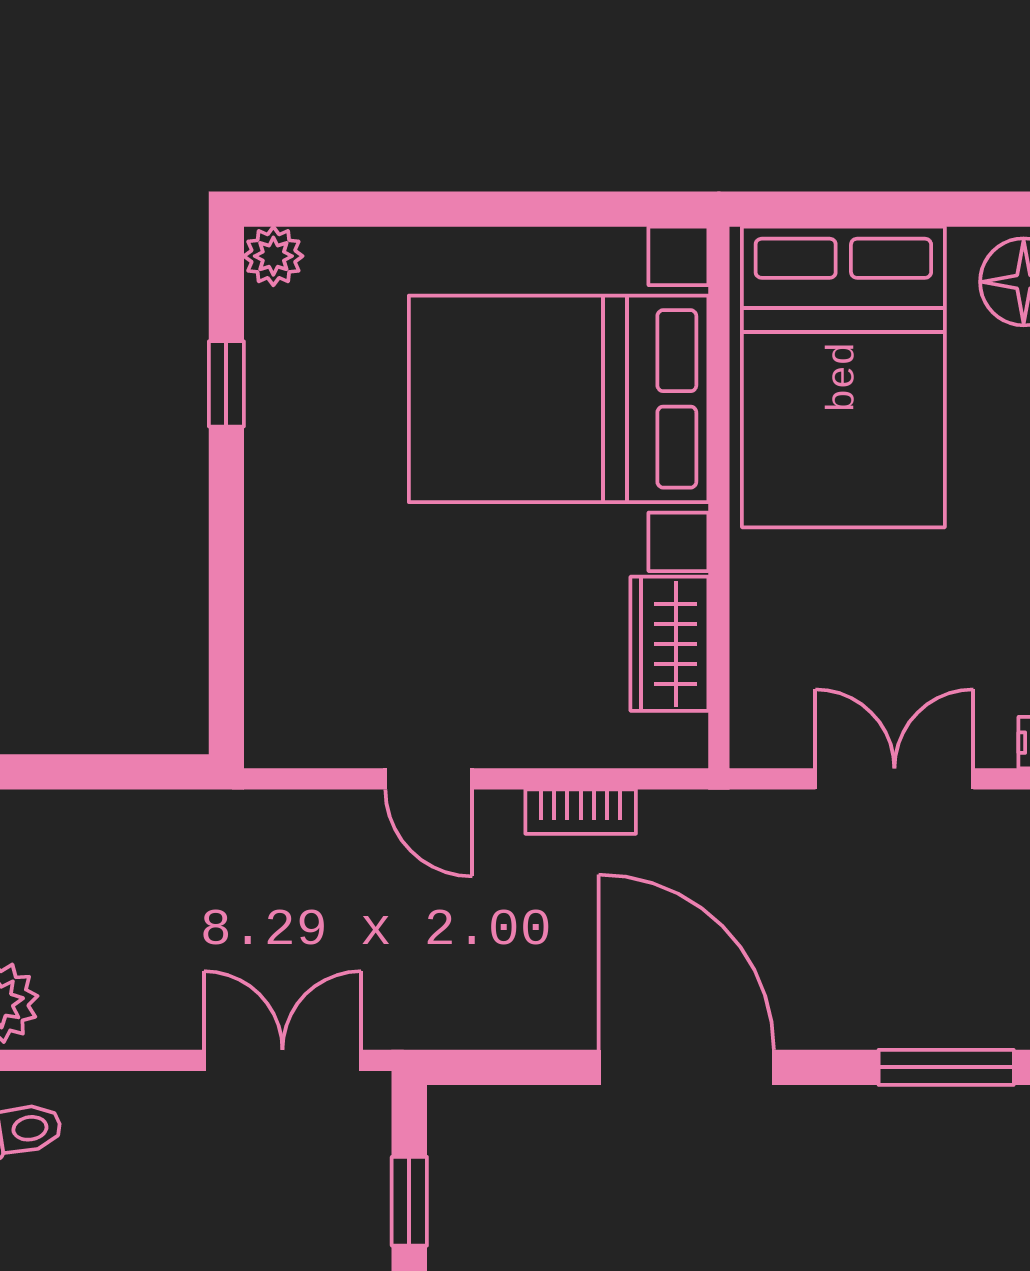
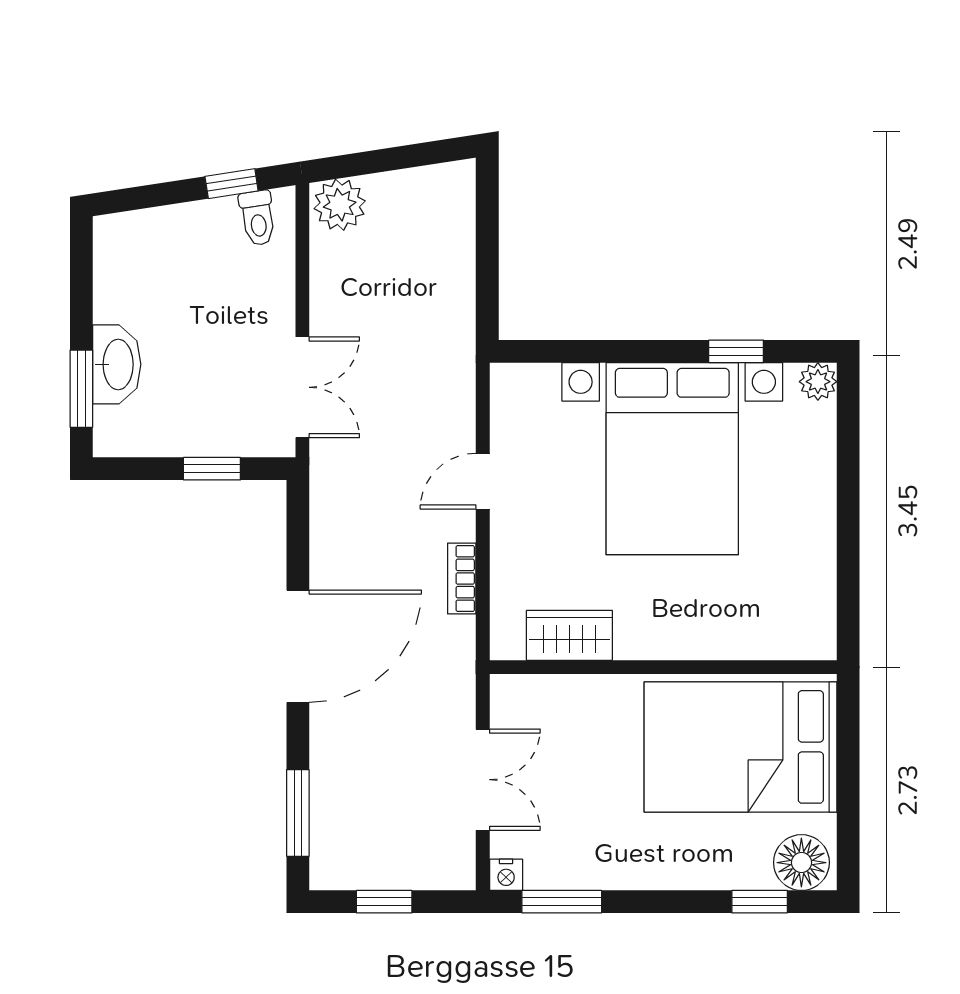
bed with nightstands: (559, 399) -> (672, 459), moved, turned 180

